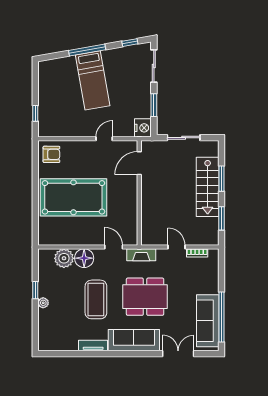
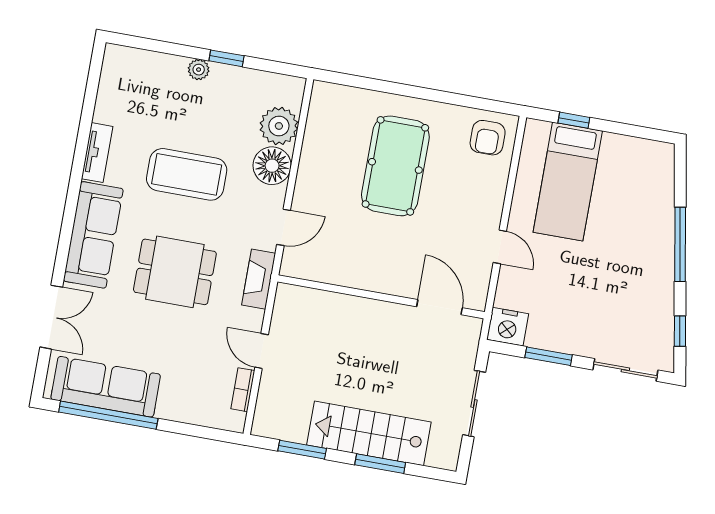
bed: (93, 80) -> (568, 182), moved, turned -80
pool table: (73, 197) -> (395, 166), width x0.73, depth x0.76
door: (176, 247) -> (262, 351), swing flipped
dining table: (145, 297) -> (175, 272), width x0.73

